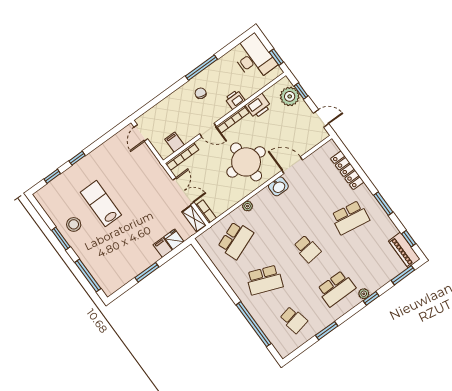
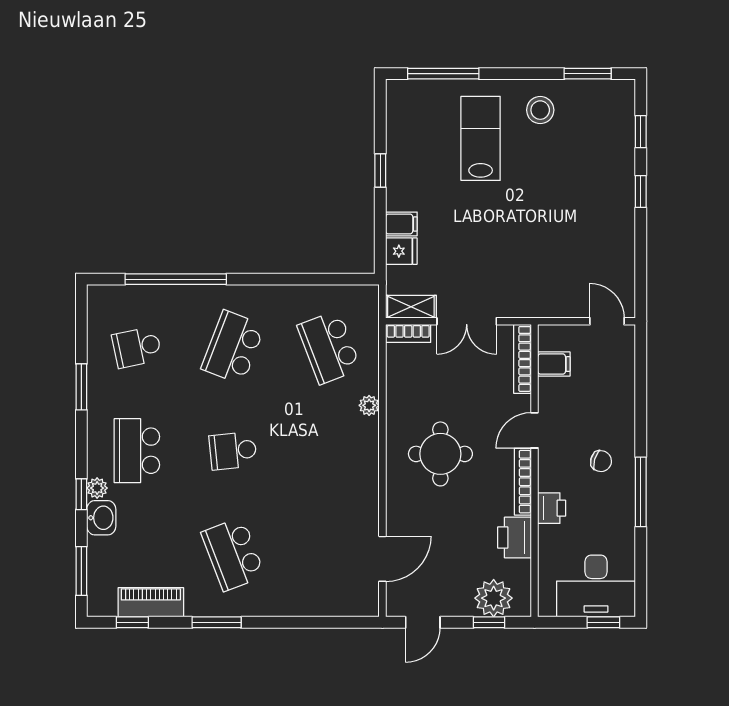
window: (276, 57) -> (603, 622), moved
round table: (246, 162) -> (440, 454), width x0.73, depth x0.73
door: (292, 165) -> (382, 559), moved
locker: (347, 170) -> (311, 604), removed
washbasin: (278, 186) -> (101, 518), moved, turned 180
lab bench: (101, 204) -> (481, 138), moved, turned -90
school desk: (350, 218) -> (233, 554), turned -30
window: (61, 239) -> (588, 74), moved
piano: (404, 250) -> (151, 602), moved
window: (147, 272) -> (380, 171), width x0.67

